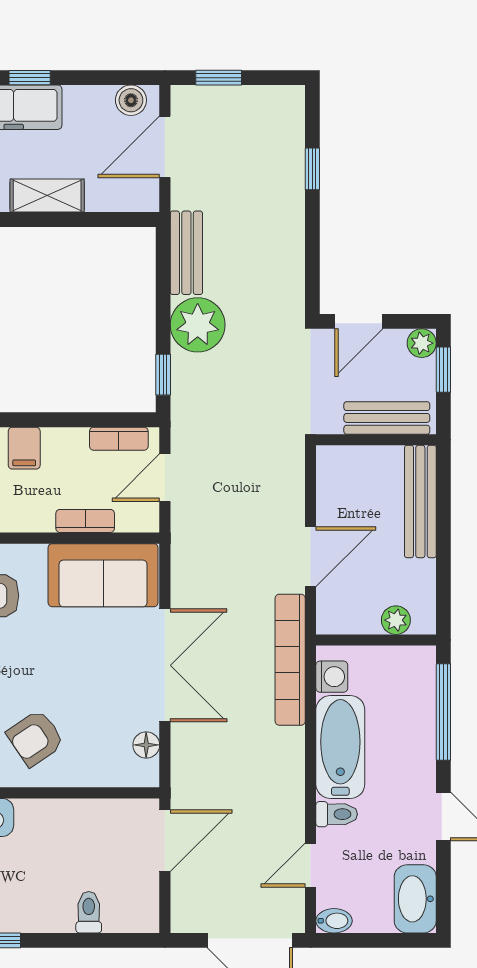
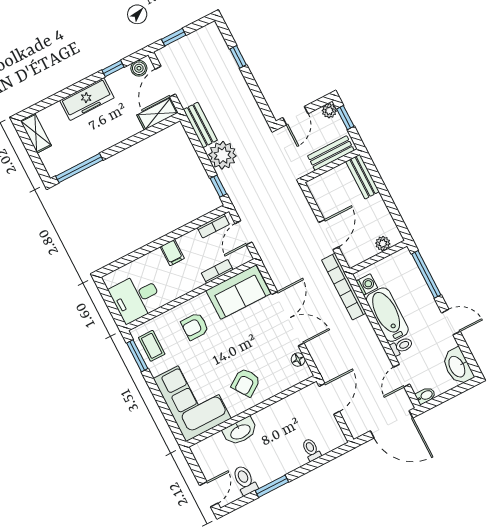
window: (30, 78) -> (113, 69), moved
shelving: (47, 196) -> (158, 114), moved
bench: (420, 502) -> (362, 177), width x0.73

